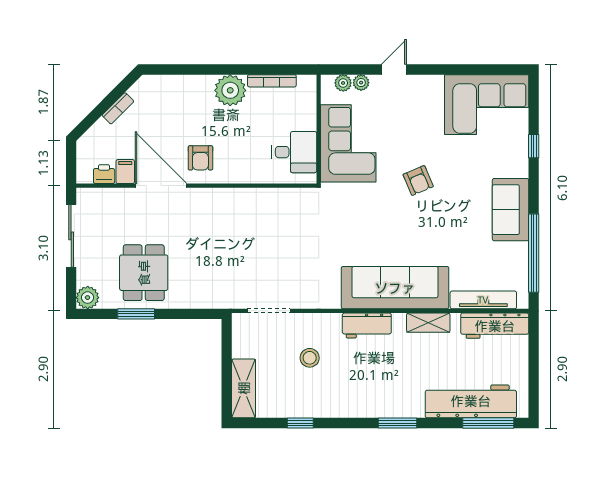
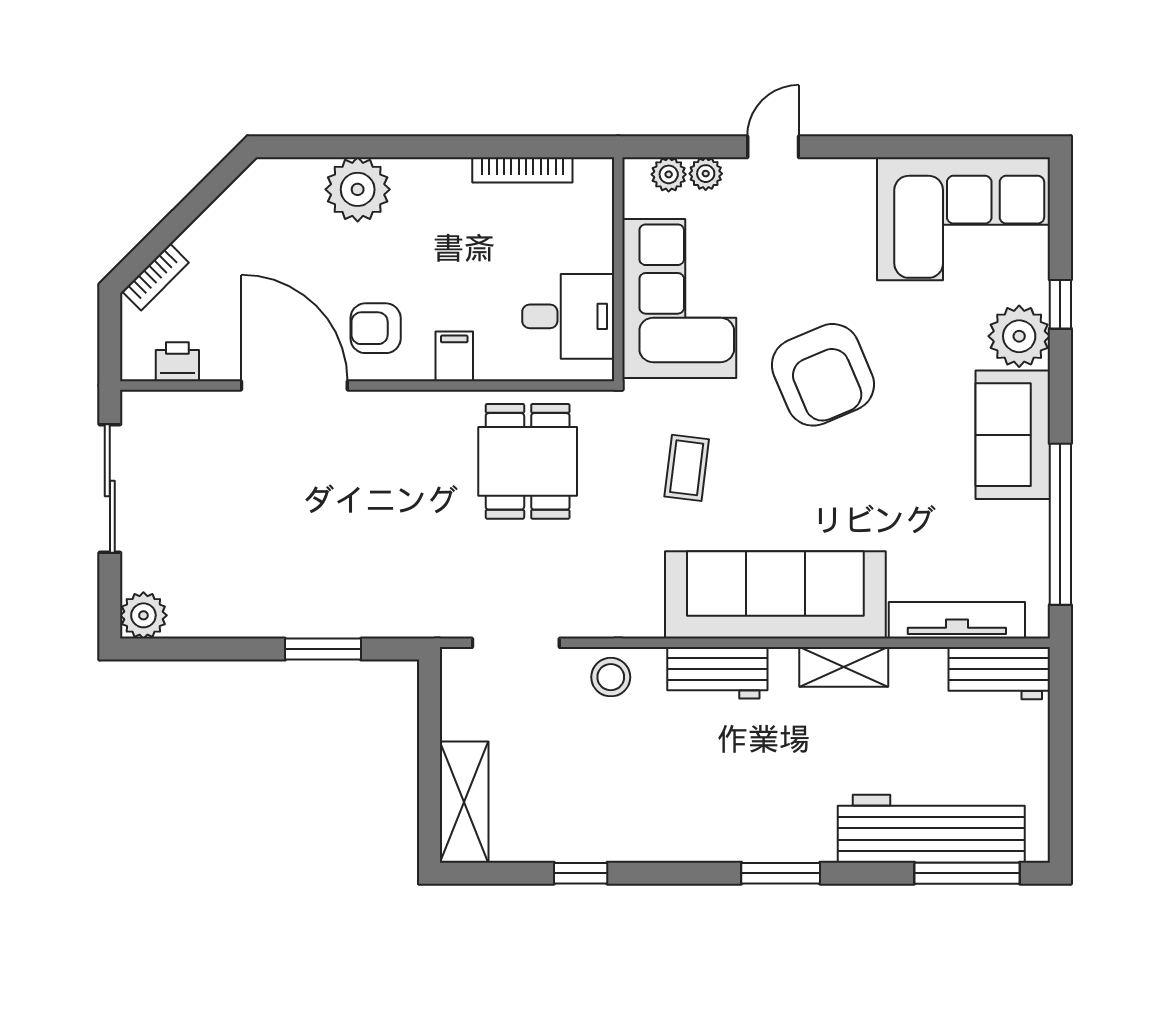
plant: (230, 90) -> (358, 189), moved
bookcase: (118, 108) -> (155, 277), moved
armchair: (200, 158) -> (376, 328), turned 90
plant: (514, 162) -> (1019, 336), added
filing cabinet: (125, 172) -> (454, 356), moved
armchair: (418, 181) -> (823, 375), width x1.88, depth x1.88
coffee table: (352, 226) -> (687, 468), added
dining table: (144, 273) -> (528, 461), moved
window: (136, 314) -> (323, 649), moved
workbench: (495, 326) -> (999, 673), width x0.73
stool: (310, 358) -> (611, 677), moved

